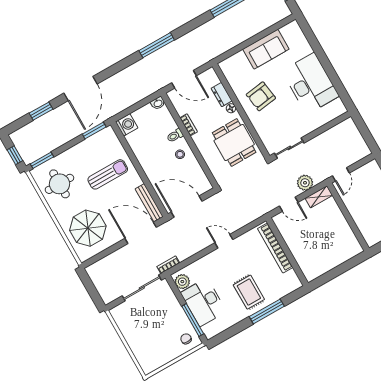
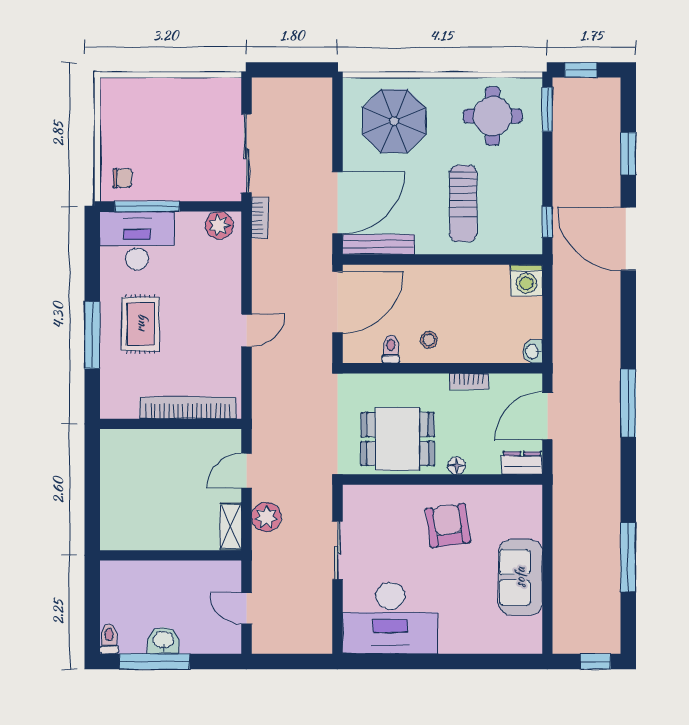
desk: (310, 84) -> (390, 618), moved
dresser: (222, 95) -> (522, 463), moved
window: (94, 130) -> (547, 222), width x0.67
toilet: (175, 136) -> (391, 349), moved
sliding door: (289, 148) -> (337, 550), moved
door: (341, 174) -> (246, 608), moved
rug: (249, 292) -> (140, 324), turned 90
desk: (204, 302) -> (137, 241), moved

